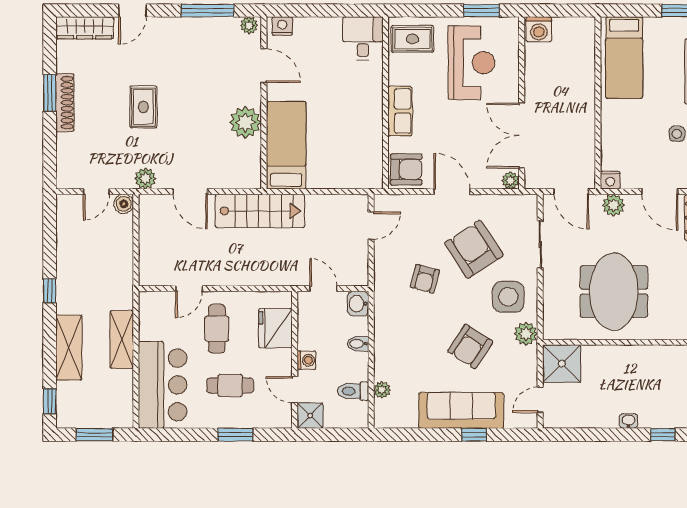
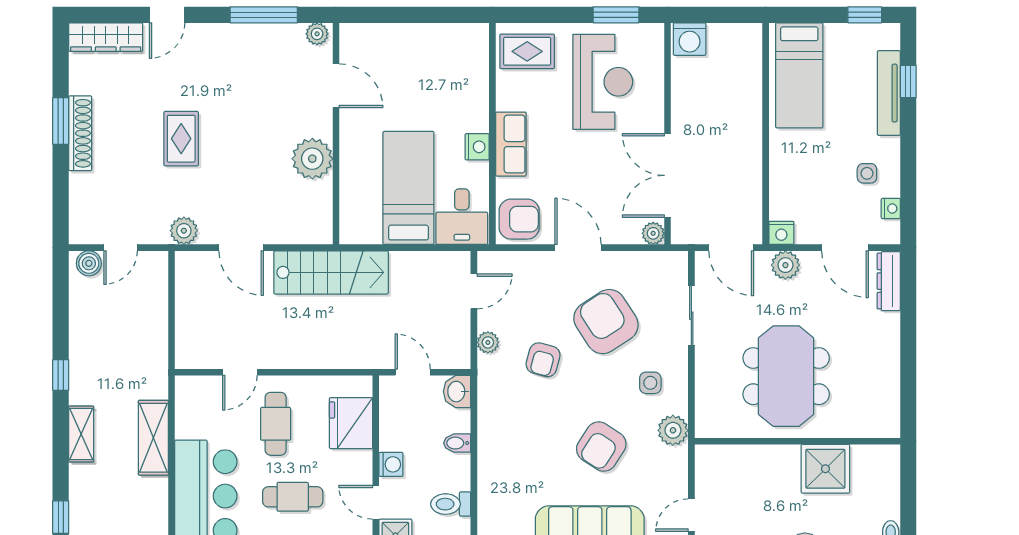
nightstand: (282, 26) -> (477, 147), moved, turned 90
desk: (363, 38) -> (462, 217), moved, turned 180
bed: (286, 145) -> (408, 188), moved
boiler: (124, 204) -> (89, 263), moved
side table: (508, 297) -> (650, 383), width x0.54, depth x0.54
shelving: (69, 348) -> (81, 434), width x0.67, depth x0.75
shower: (562, 364) -> (825, 469), moved
plant: (382, 390) -> (488, 342), moved

